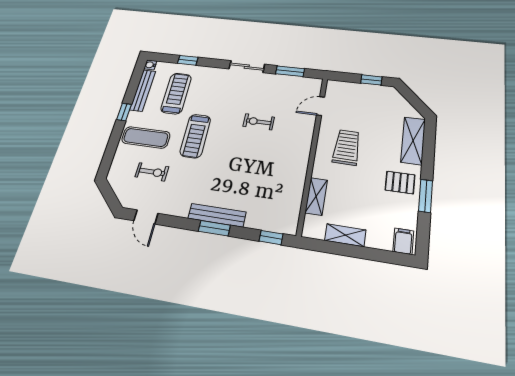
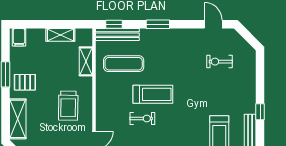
treadmill: (195, 136) -> (153, 94), moved, turned 90
exercise mat: (146, 137) -> (124, 64), moved
bench: (217, 215) -> (117, 35), moved

